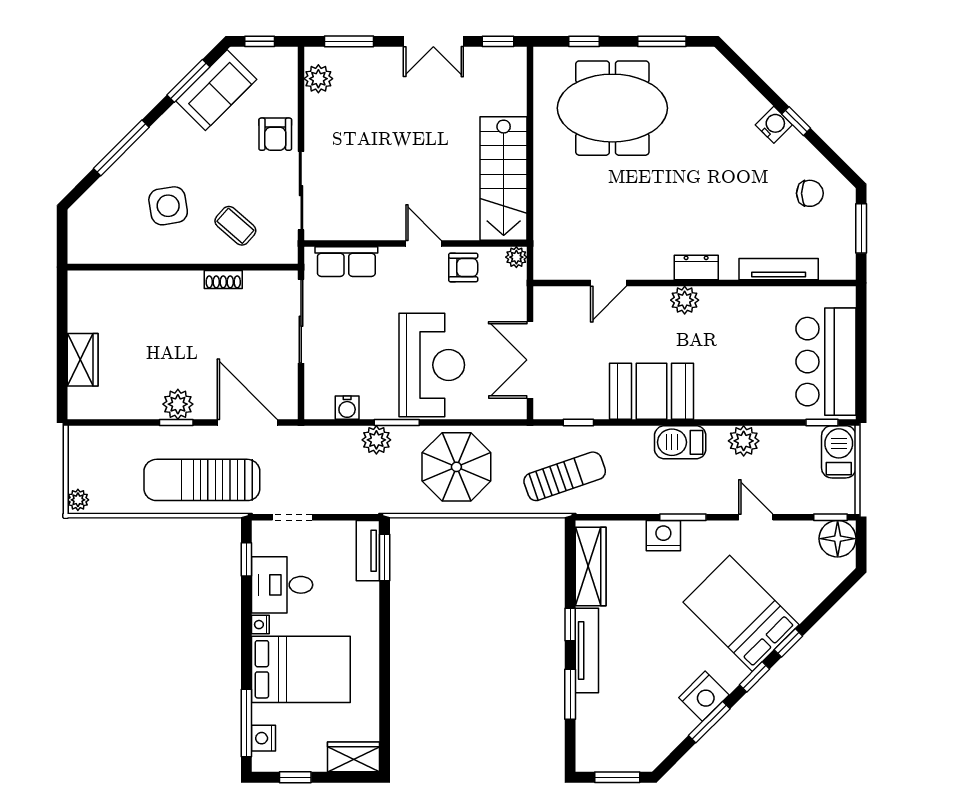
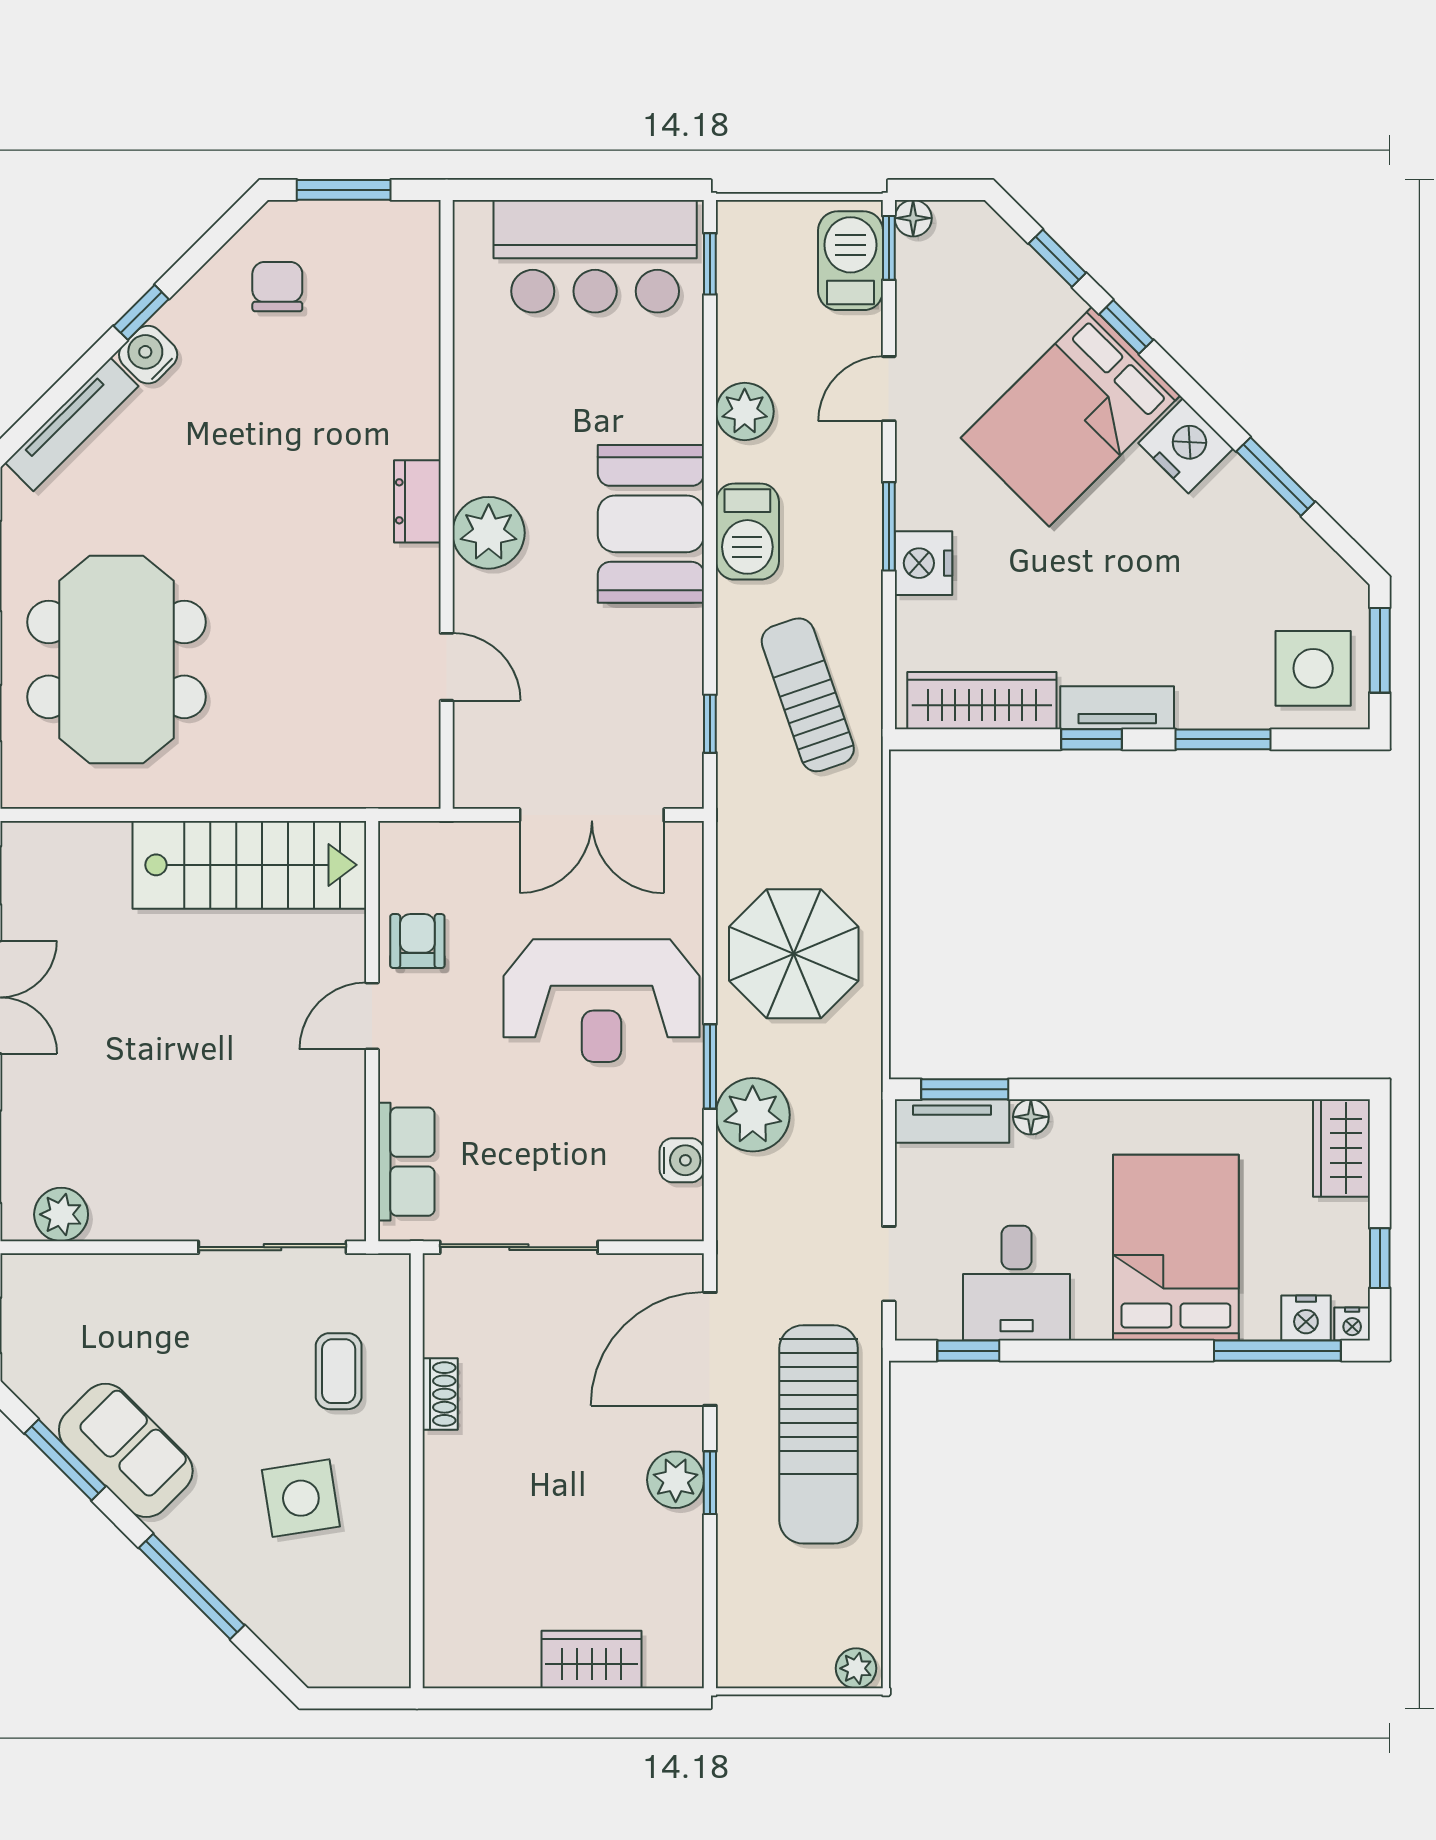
sofa: (216, 90) -> (126, 1450), moved
armchair: (275, 134) -> (166, 1296), removed
coffee table: (235, 226) -> (339, 1371), turned -41
plant: (516, 257) -> (398, 841), removed
tv unit: (779, 269) -> (72, 424), moved, turned -135
plant: (685, 300) -> (489, 533), width x1.36, depth x1.36
reception desk: (432, 365) -> (601, 1001), turned 180
booth: (651, 391) -> (651, 524), moved
plant: (376, 440) -> (753, 1115), width x1.36, depth x1.36
barbecue: (839, 452) -> (851, 261), moved, turned 90
sun lounger: (565, 476) -> (808, 695), moved
floor lamp: (838, 539) -> (913, 218), width x0.53, depth x0.53
floor lamp: (370, 592) -> (1031, 1117), added
nightstand: (260, 625) -> (1352, 1324), moved
tv unit: (587, 650) -> (1117, 708), width x0.71
window: (754, 677) -> (1057, 258), moved
nightstand: (704, 696) -> (1186, 446), moved
side table: (608, 742) -> (1313, 668), added

